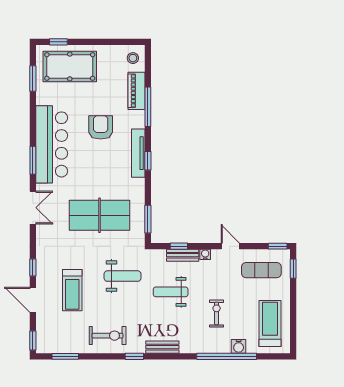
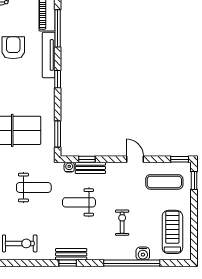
tv unit: (138, 153) -> (49, 55), moved
water cooler: (205, 254) -> (69, 167), moved
window: (134, 356) -> (68, 263), moved

